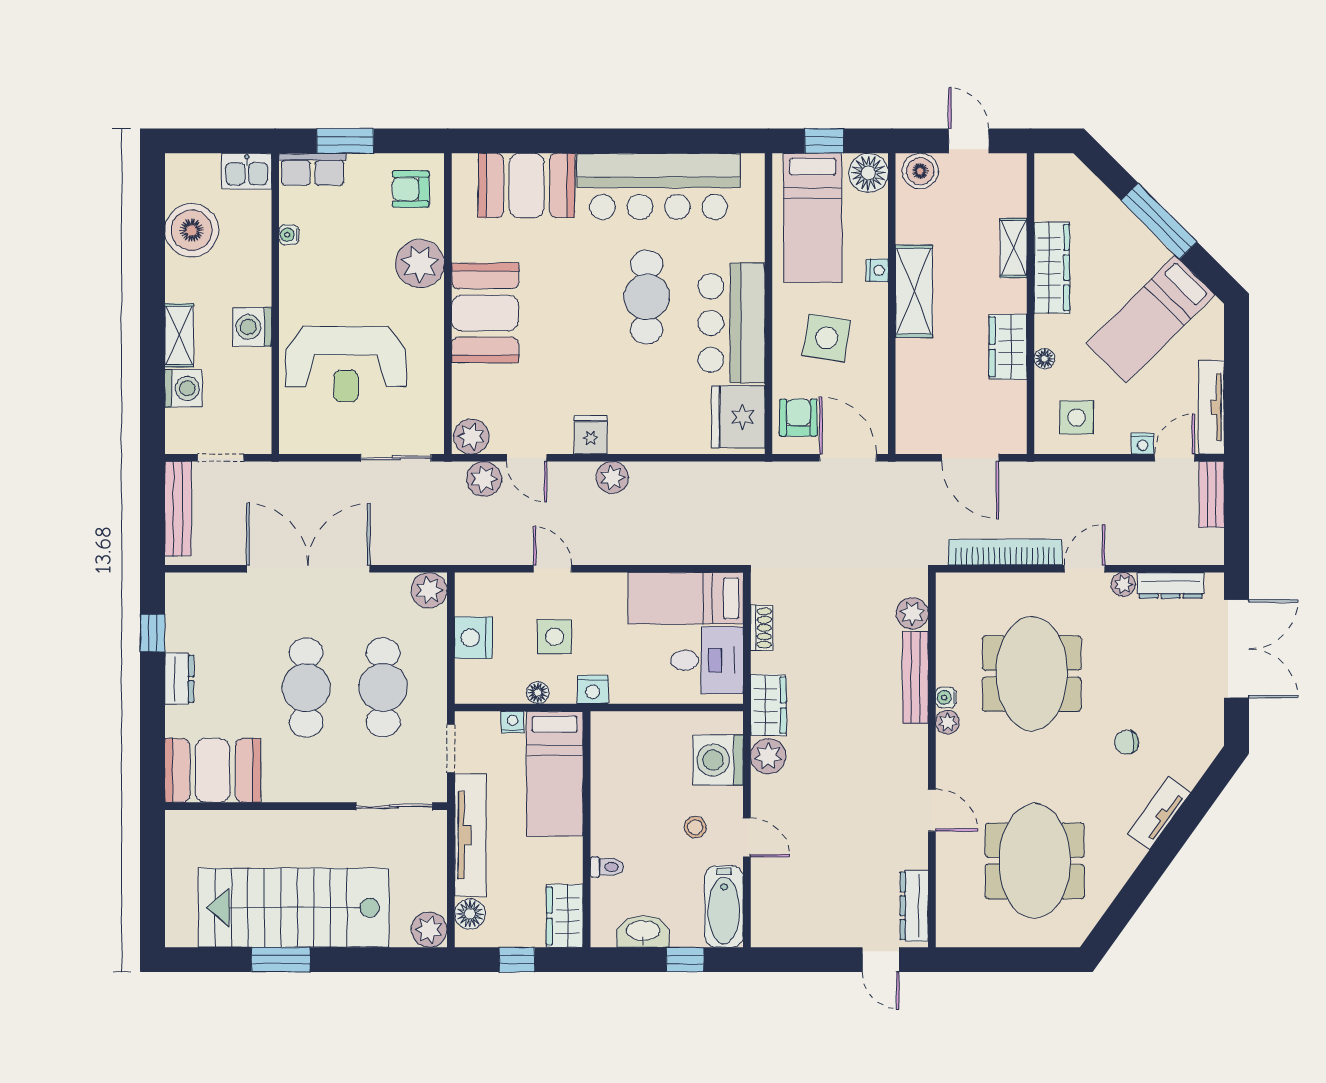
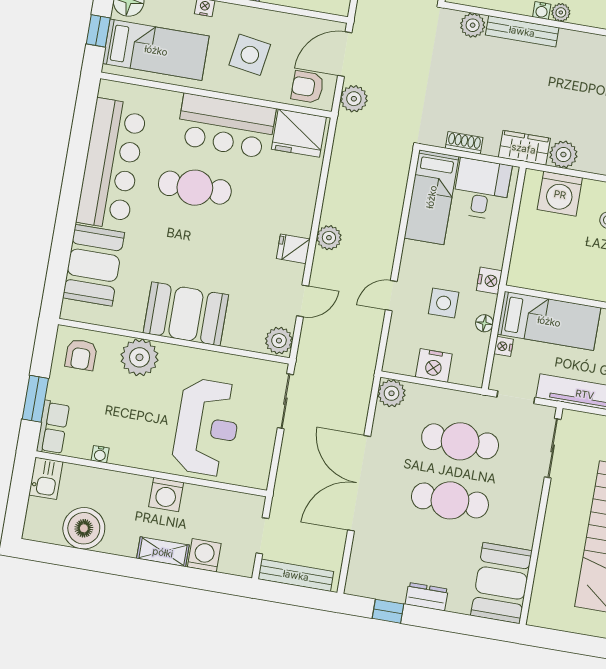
plant: (484, 479) -> (354, 99), moved

